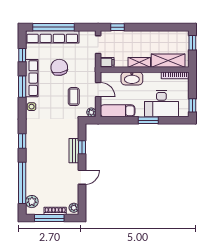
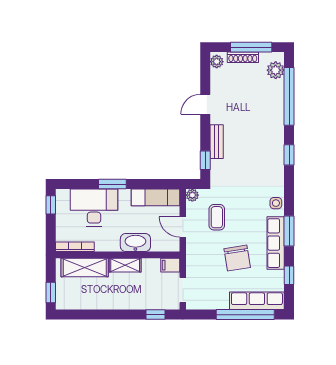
row of seats: (52, 37) -> (257, 301), width x0.73
window: (82, 147) -> (205, 160), moved

